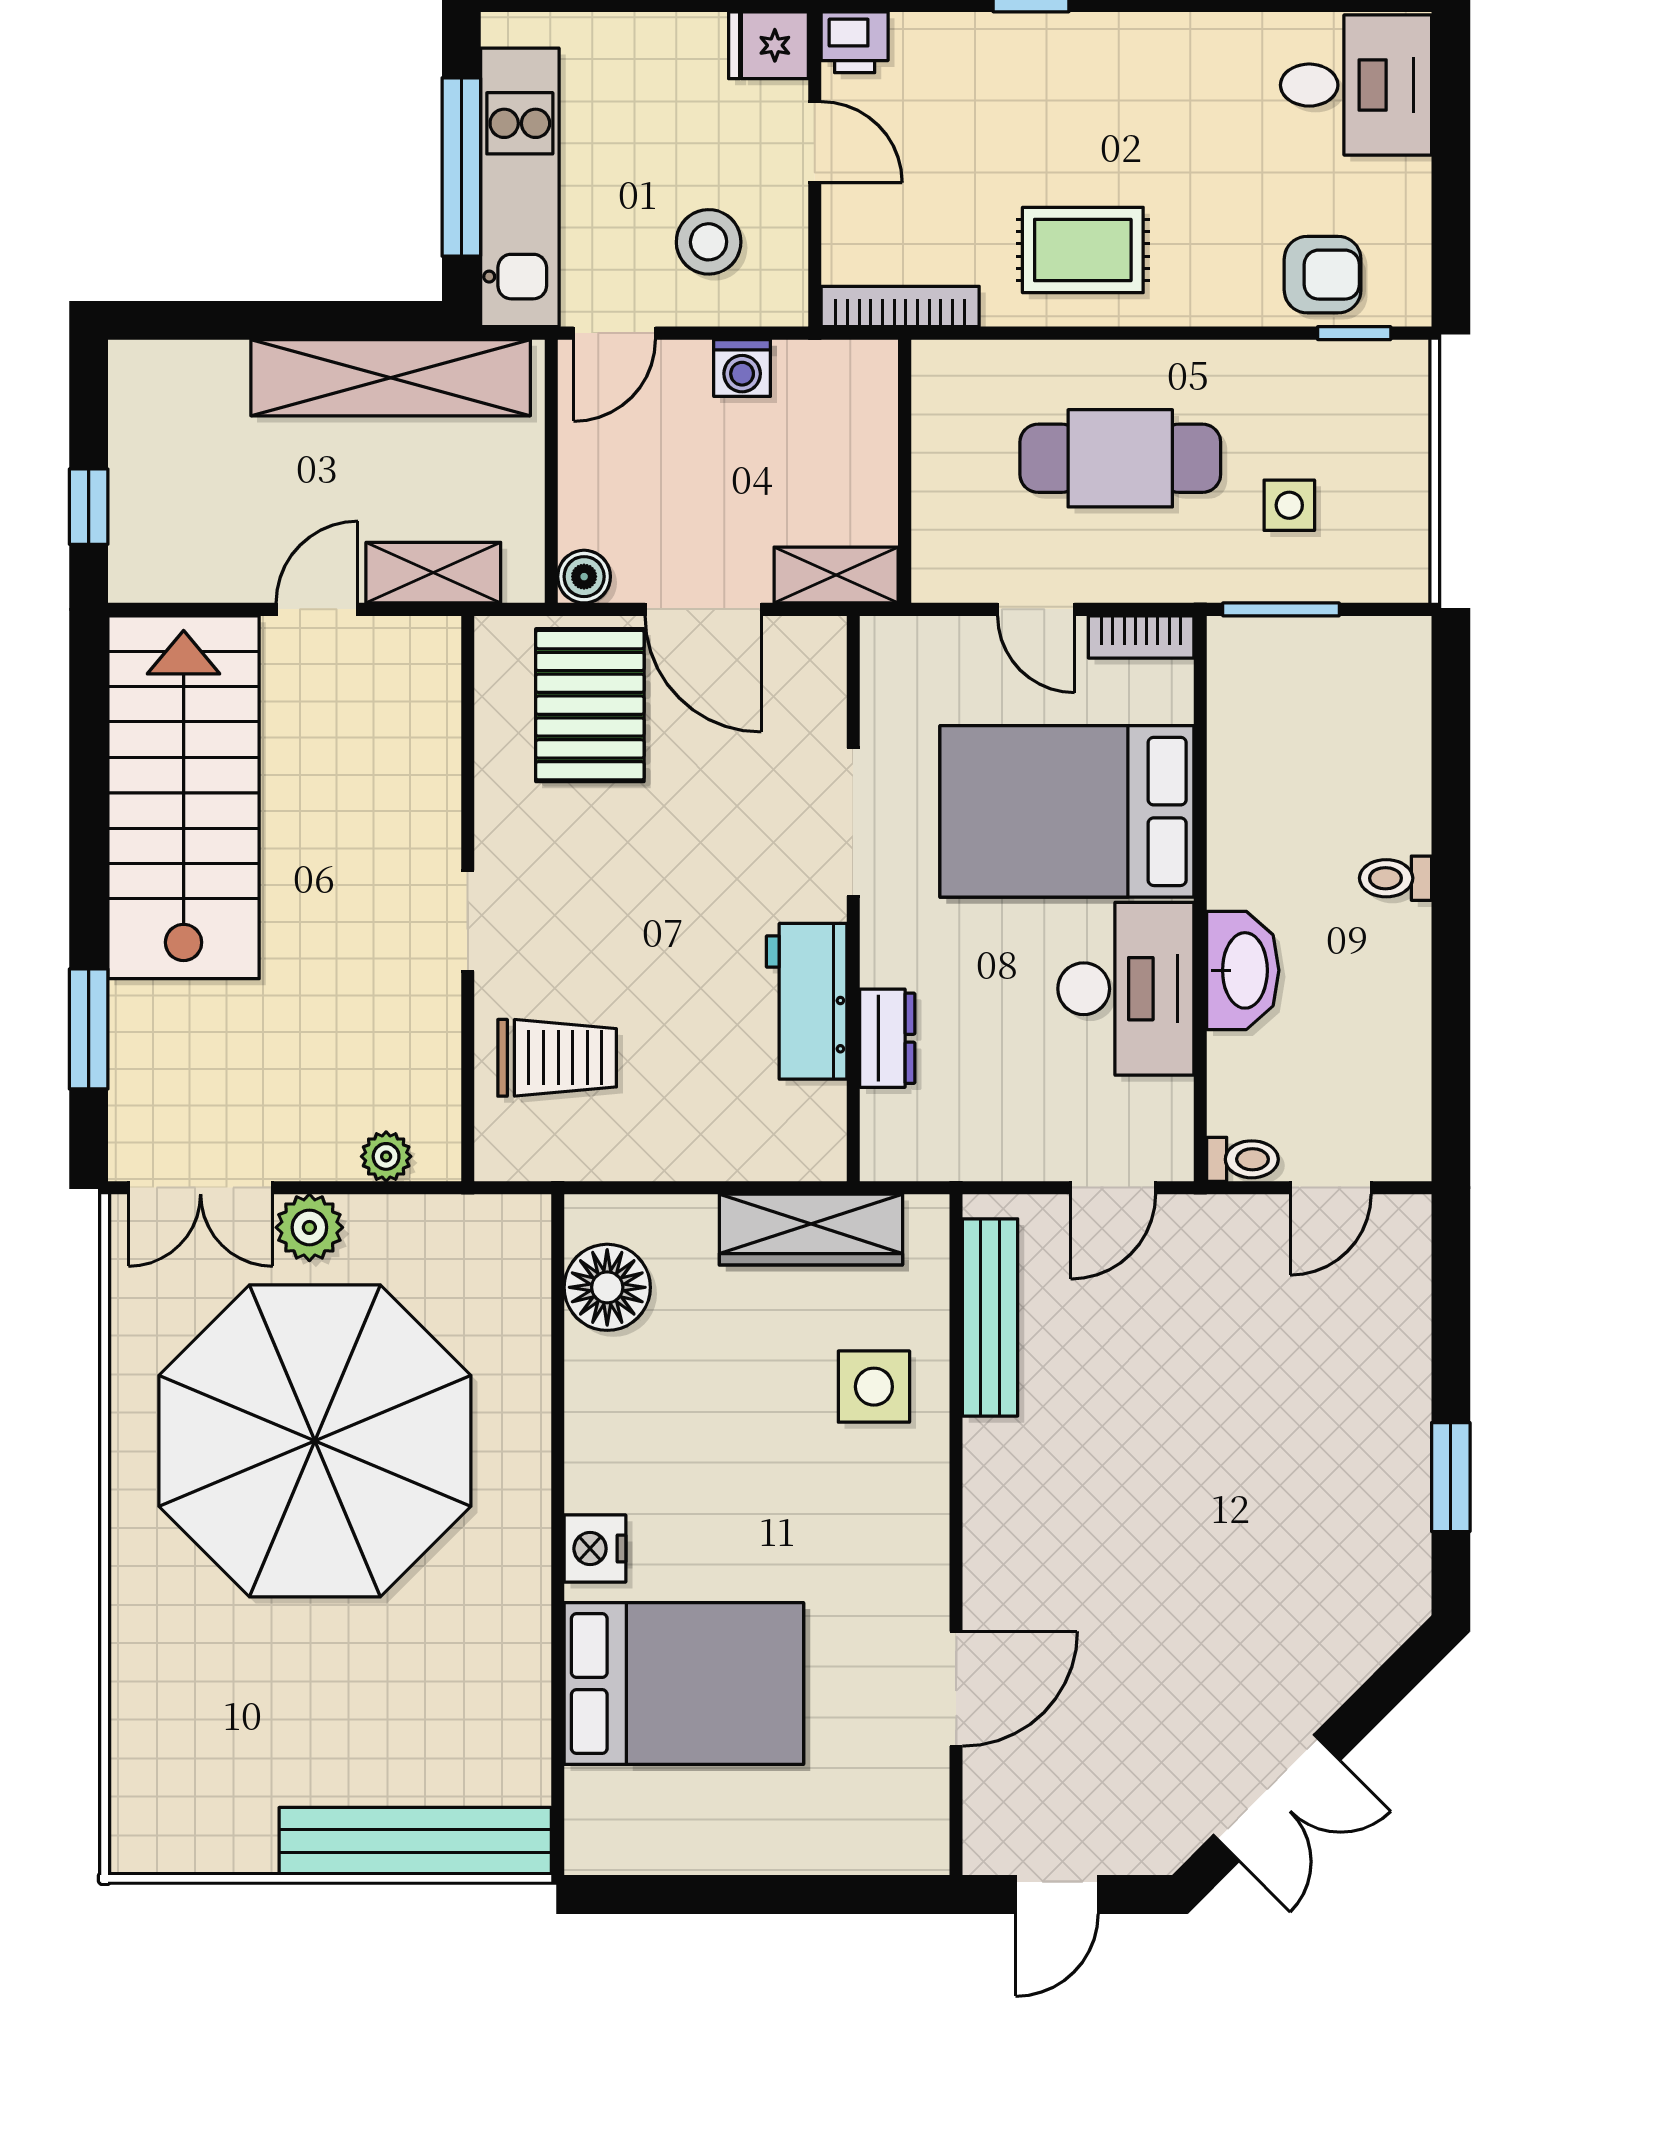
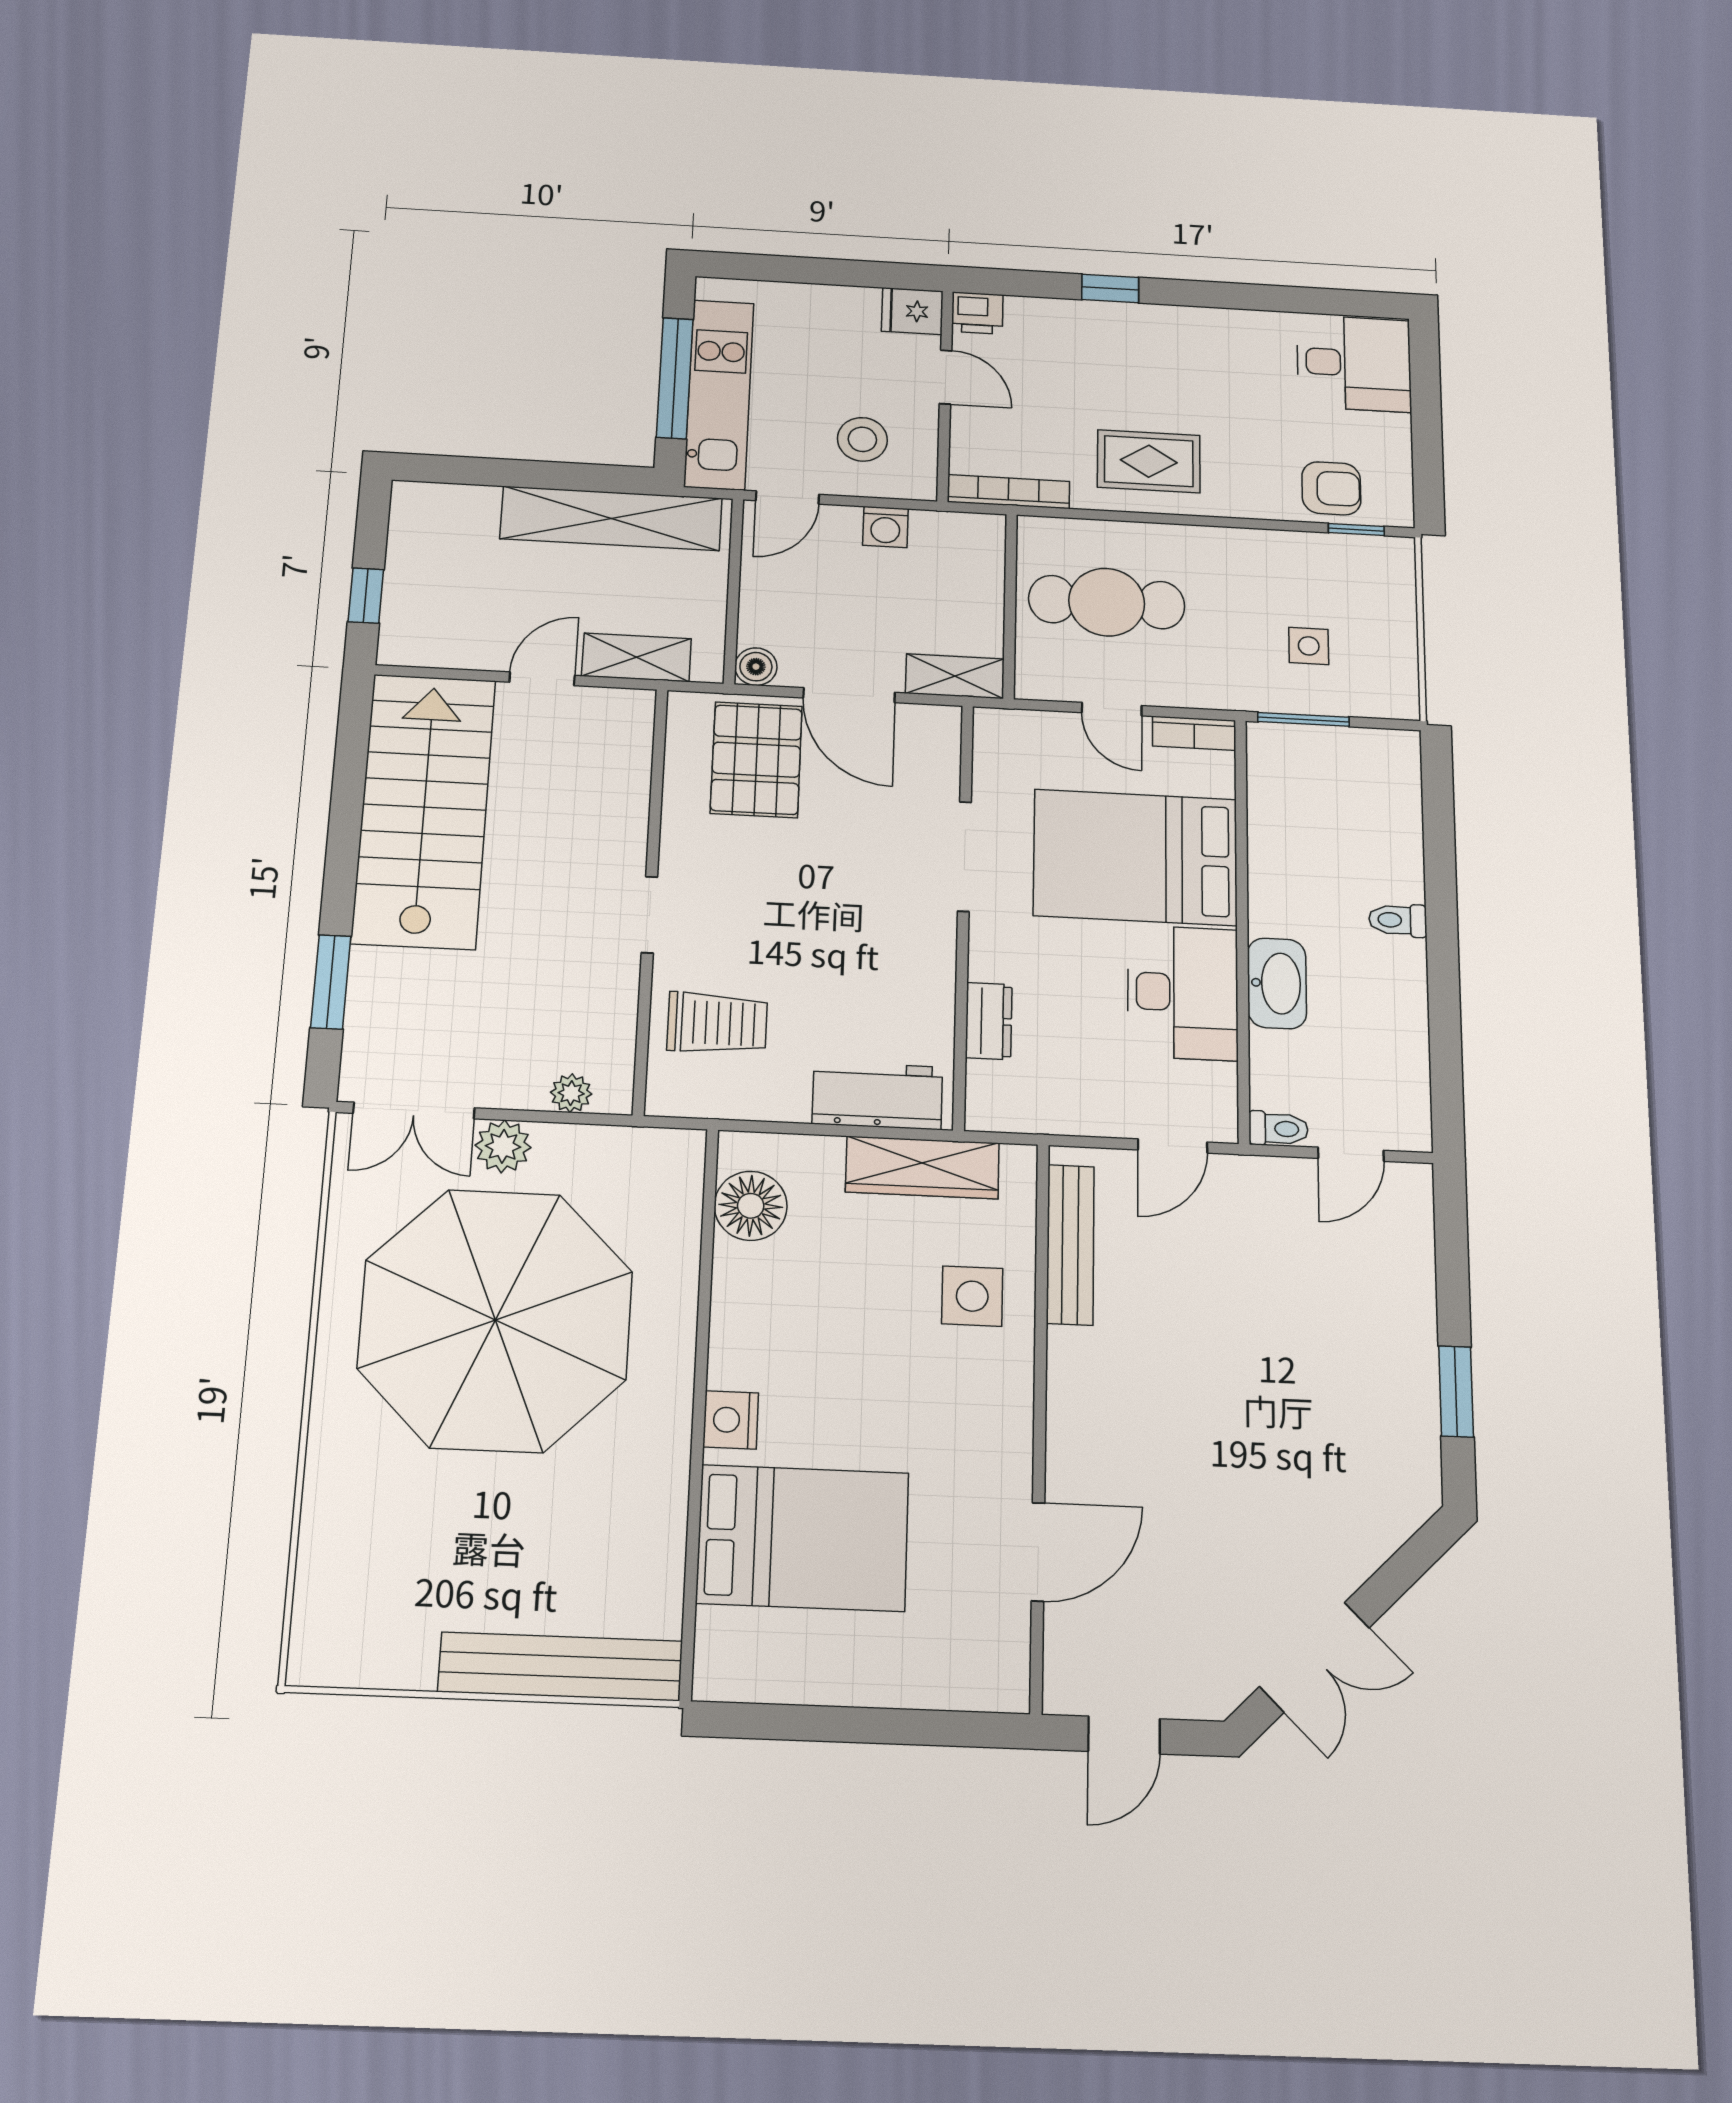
cafe table: (1120, 458) -> (1107, 602), moved
workbench: (807, 1001) -> (877, 1095), moved, turned 90

